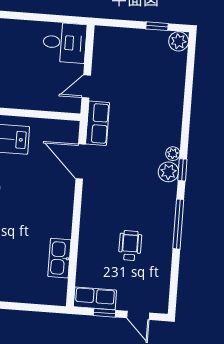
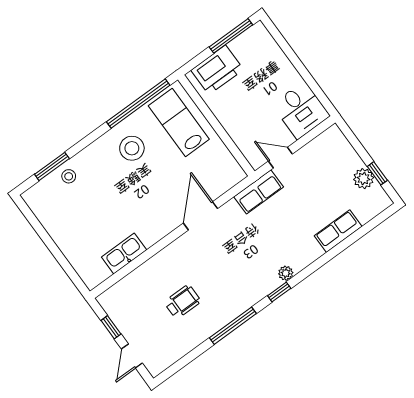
plant: (179, 41) -> (364, 179), moved
door: (81, 162) -> (201, 216), moved
plant: (168, 172) -> (268, 282), removed
row of seats: (95, 298) -> (338, 231), moved, turned -90

